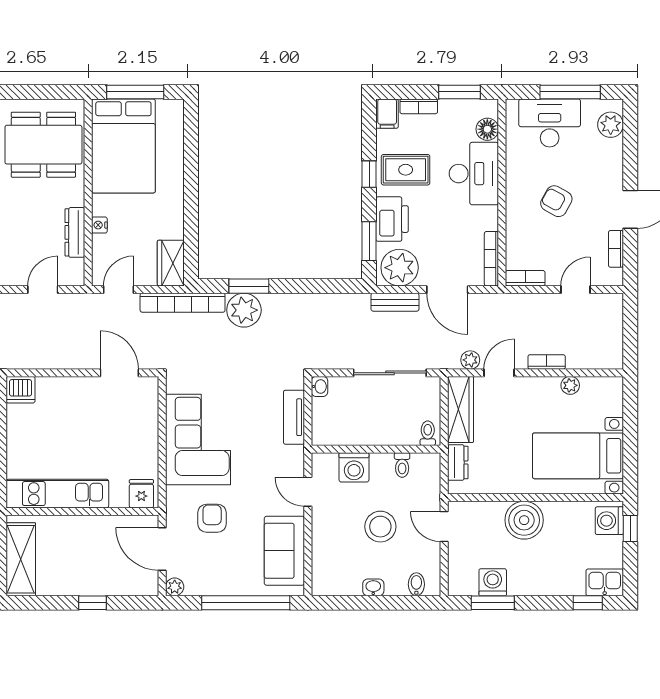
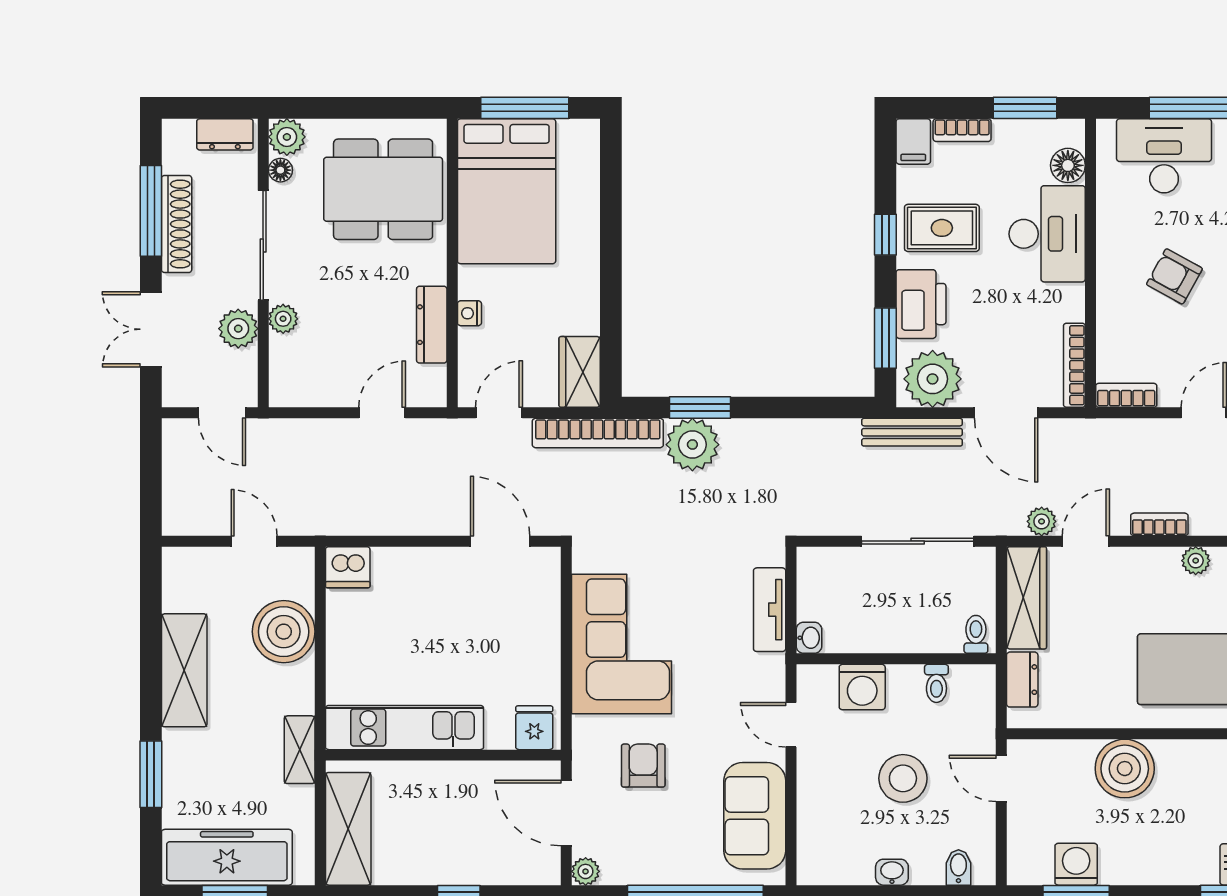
bench: (395, 302) -> (912, 432), width x1.36
washbasin: (319, 386) -> (809, 638), moved

